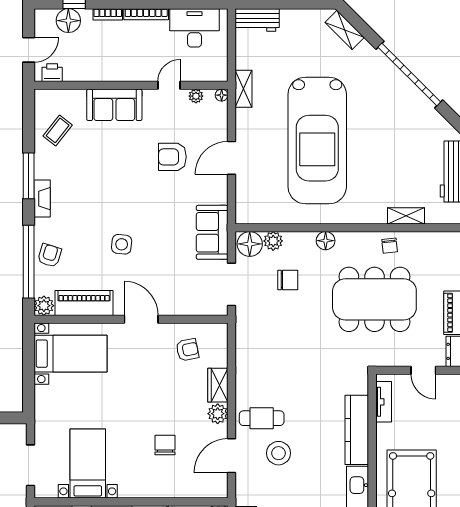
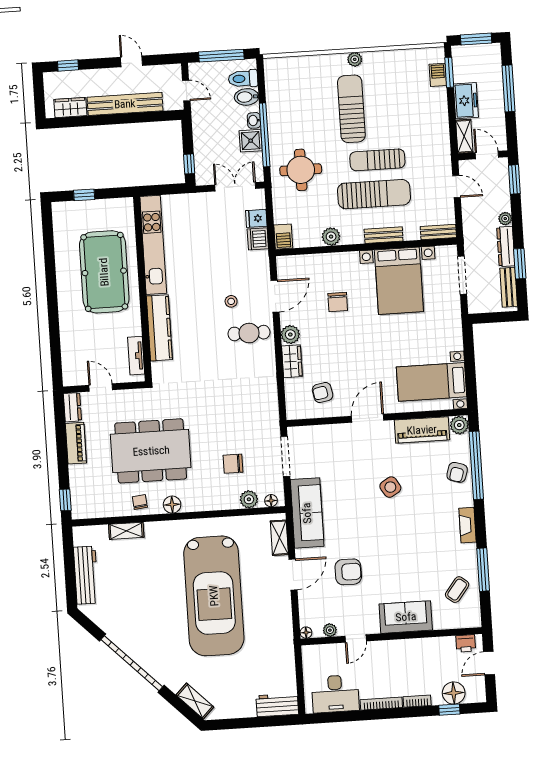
shelving: (243, 89) -> (279, 538), moved
car: (317, 141) -> (214, 596), turned 180
window: (29, 176) -> (483, 570), moved
sofa: (212, 232) -> (307, 513), width x1.36
floor lamp: (326, 241) -> (172, 505), moved
side table: (122, 244) -> (390, 487), turned -38
floor lamp: (250, 244) -> (271, 501), width x0.53, depth x0.53
door: (141, 319) -> (368, 418), swing flipped
stool: (278, 453) -> (231, 301), width x0.53, depth x0.53
bed with nightstands: (88, 464) -> (399, 281), width x1.36

